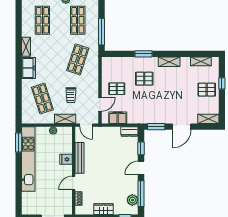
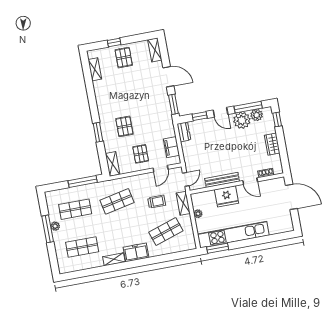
shop shelf: (78, 59) -> (117, 201), turned -30
shelving: (169, 62) -> (113, 164), moved
door: (100, 104) -> (160, 169), swing flipped
fridge: (66, 159) -> (227, 196), width x1.88, depth x1.34
plant: (130, 186) -> (242, 120), added

